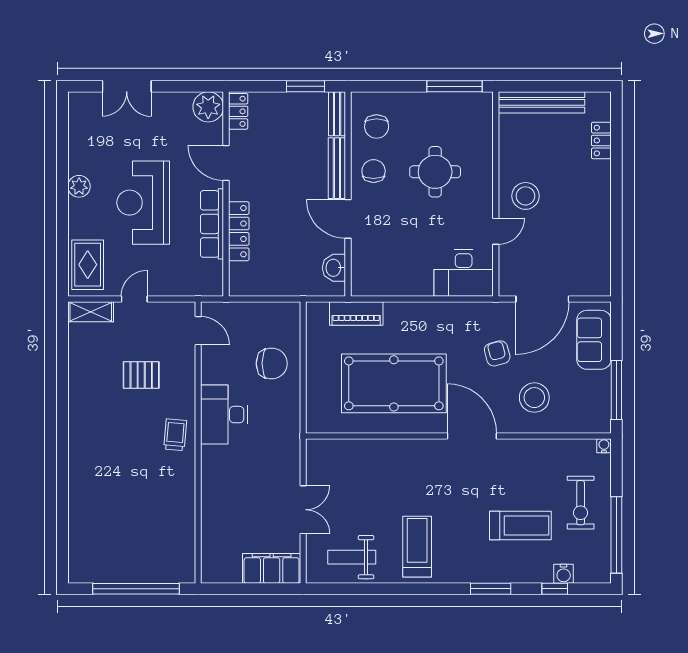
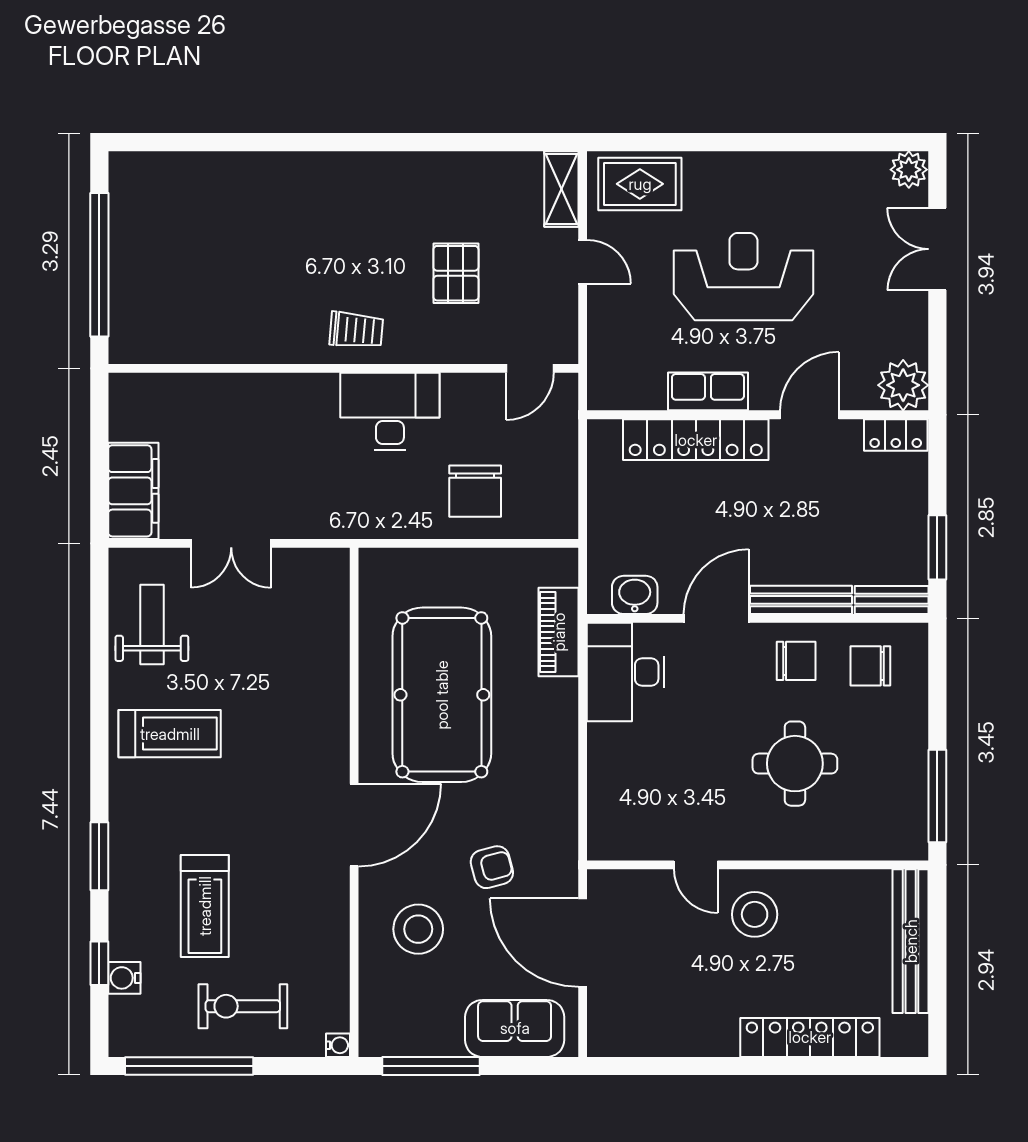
locker: (601, 140) -> (810, 1037), width x2.16, depth x1.21
plant: (79, 186) -> (909, 170), moved
row of seats: (212, 224) -> (708, 391), width x0.68
locker: (239, 231) -> (696, 440), width x1.41, depth x1.21
desk: (464, 273) -> (626, 672), moved

